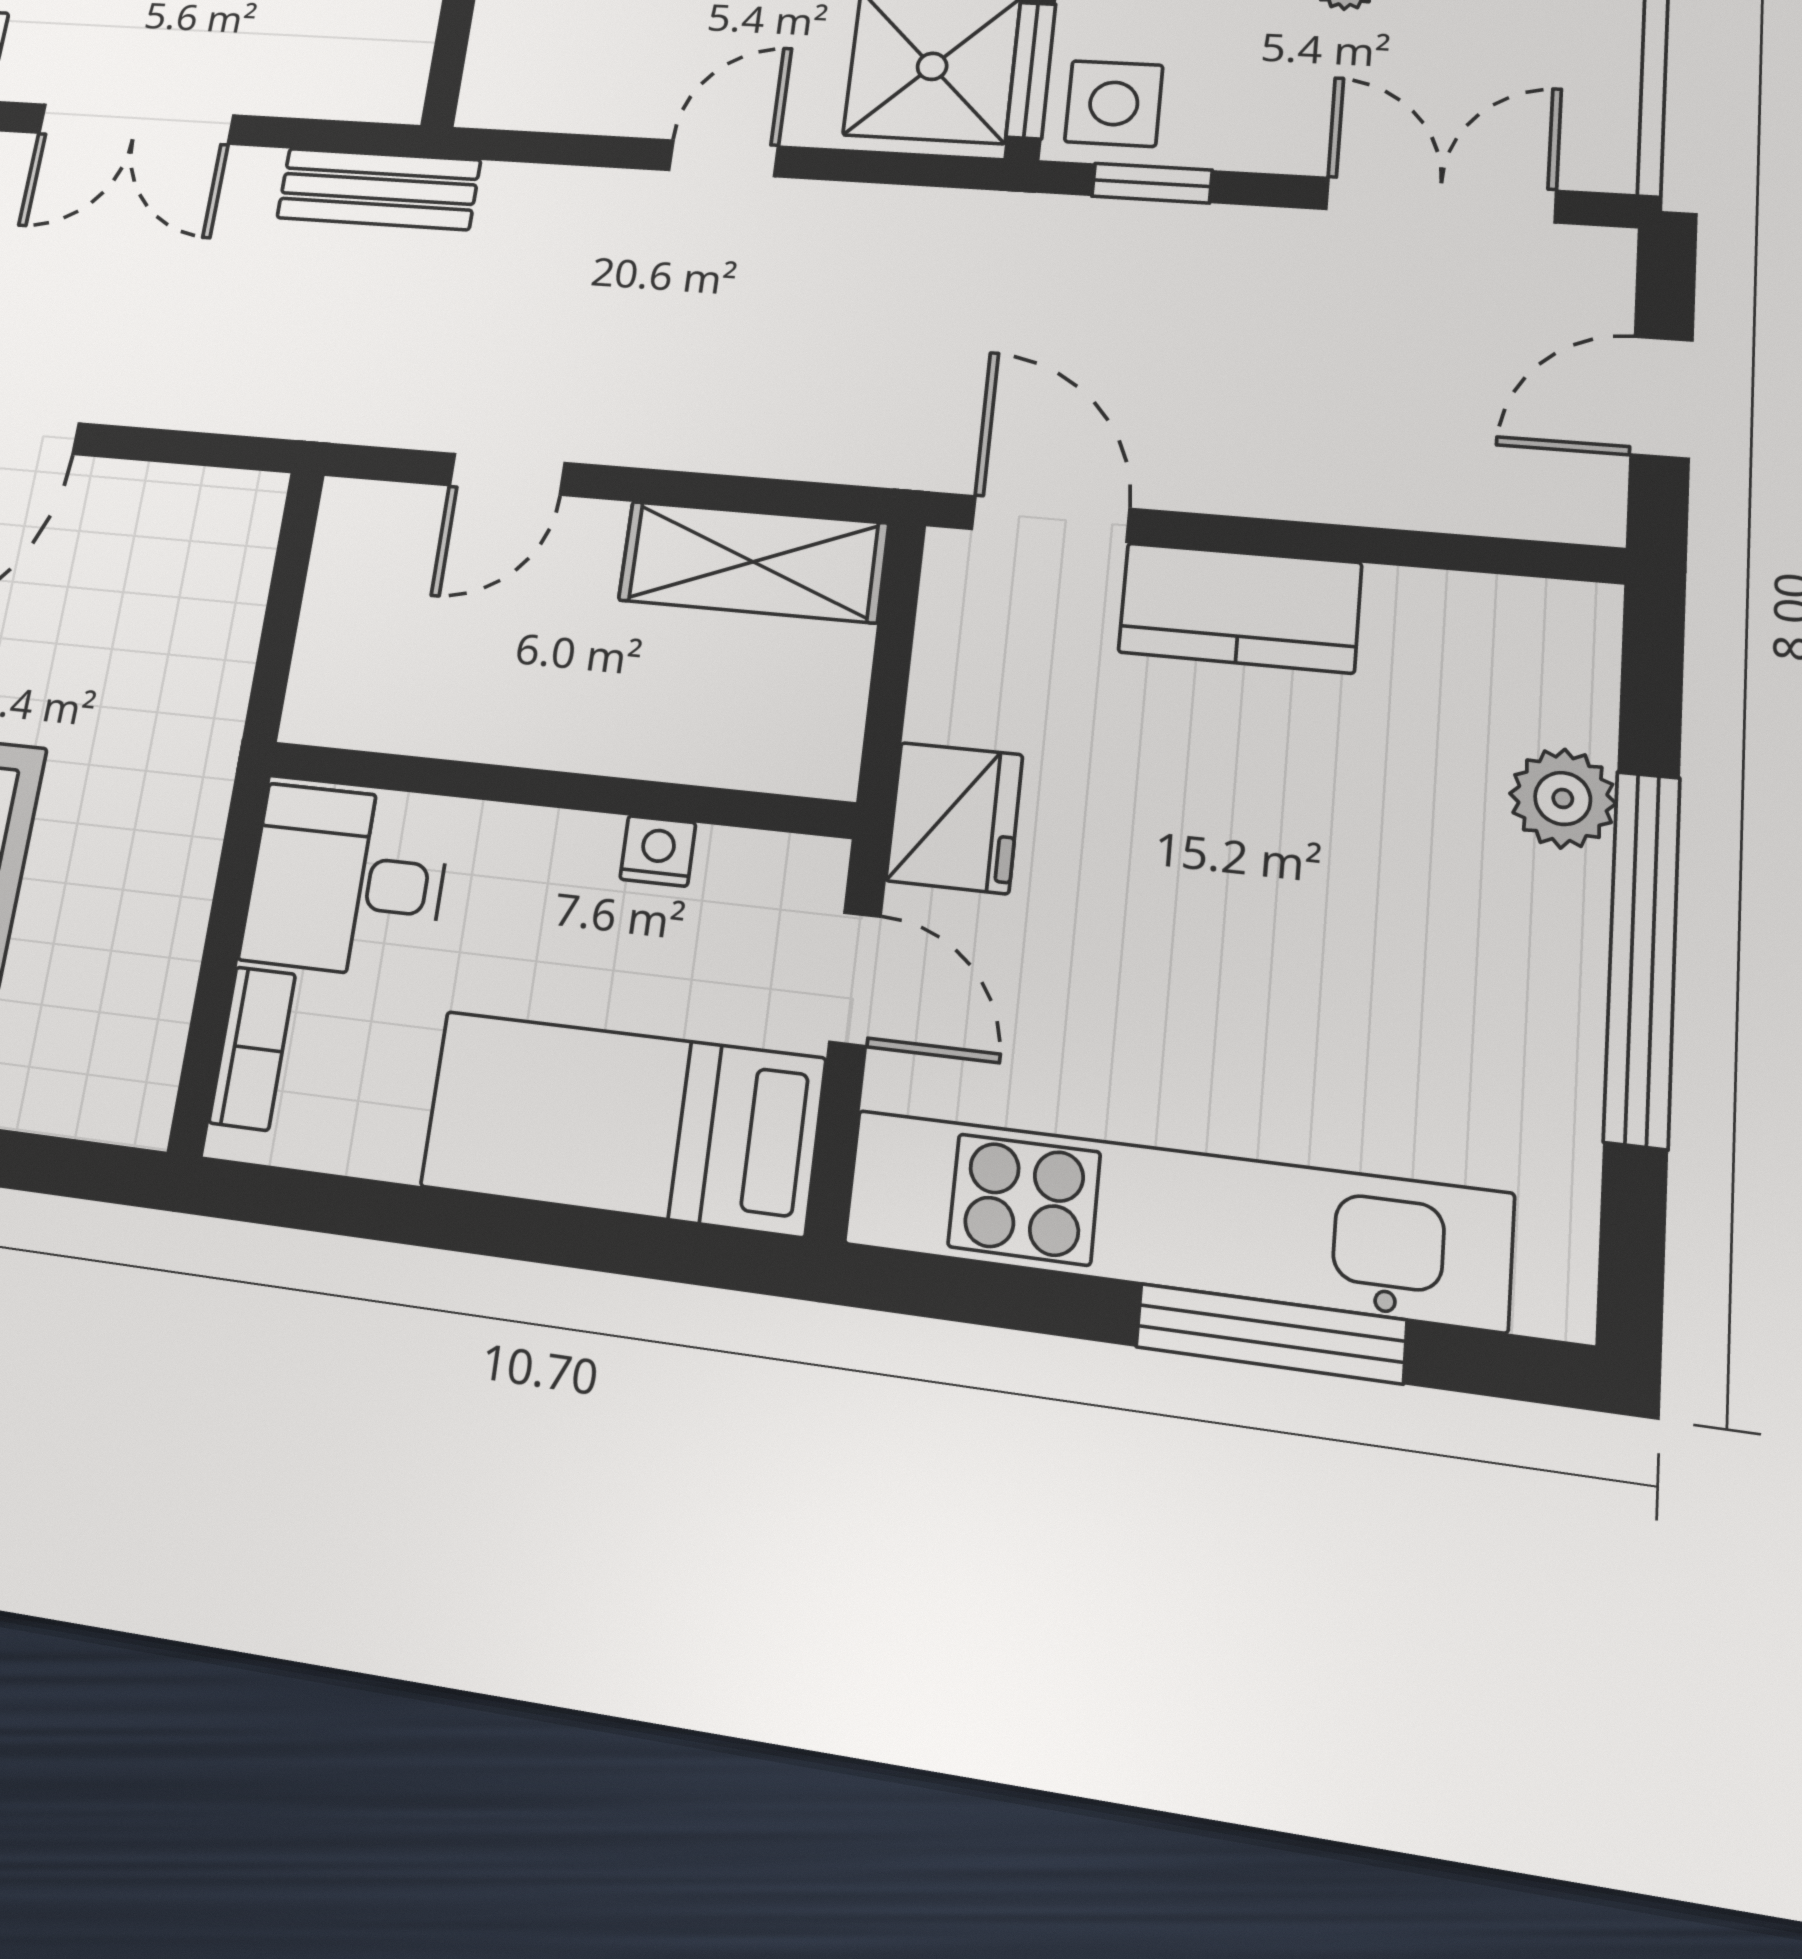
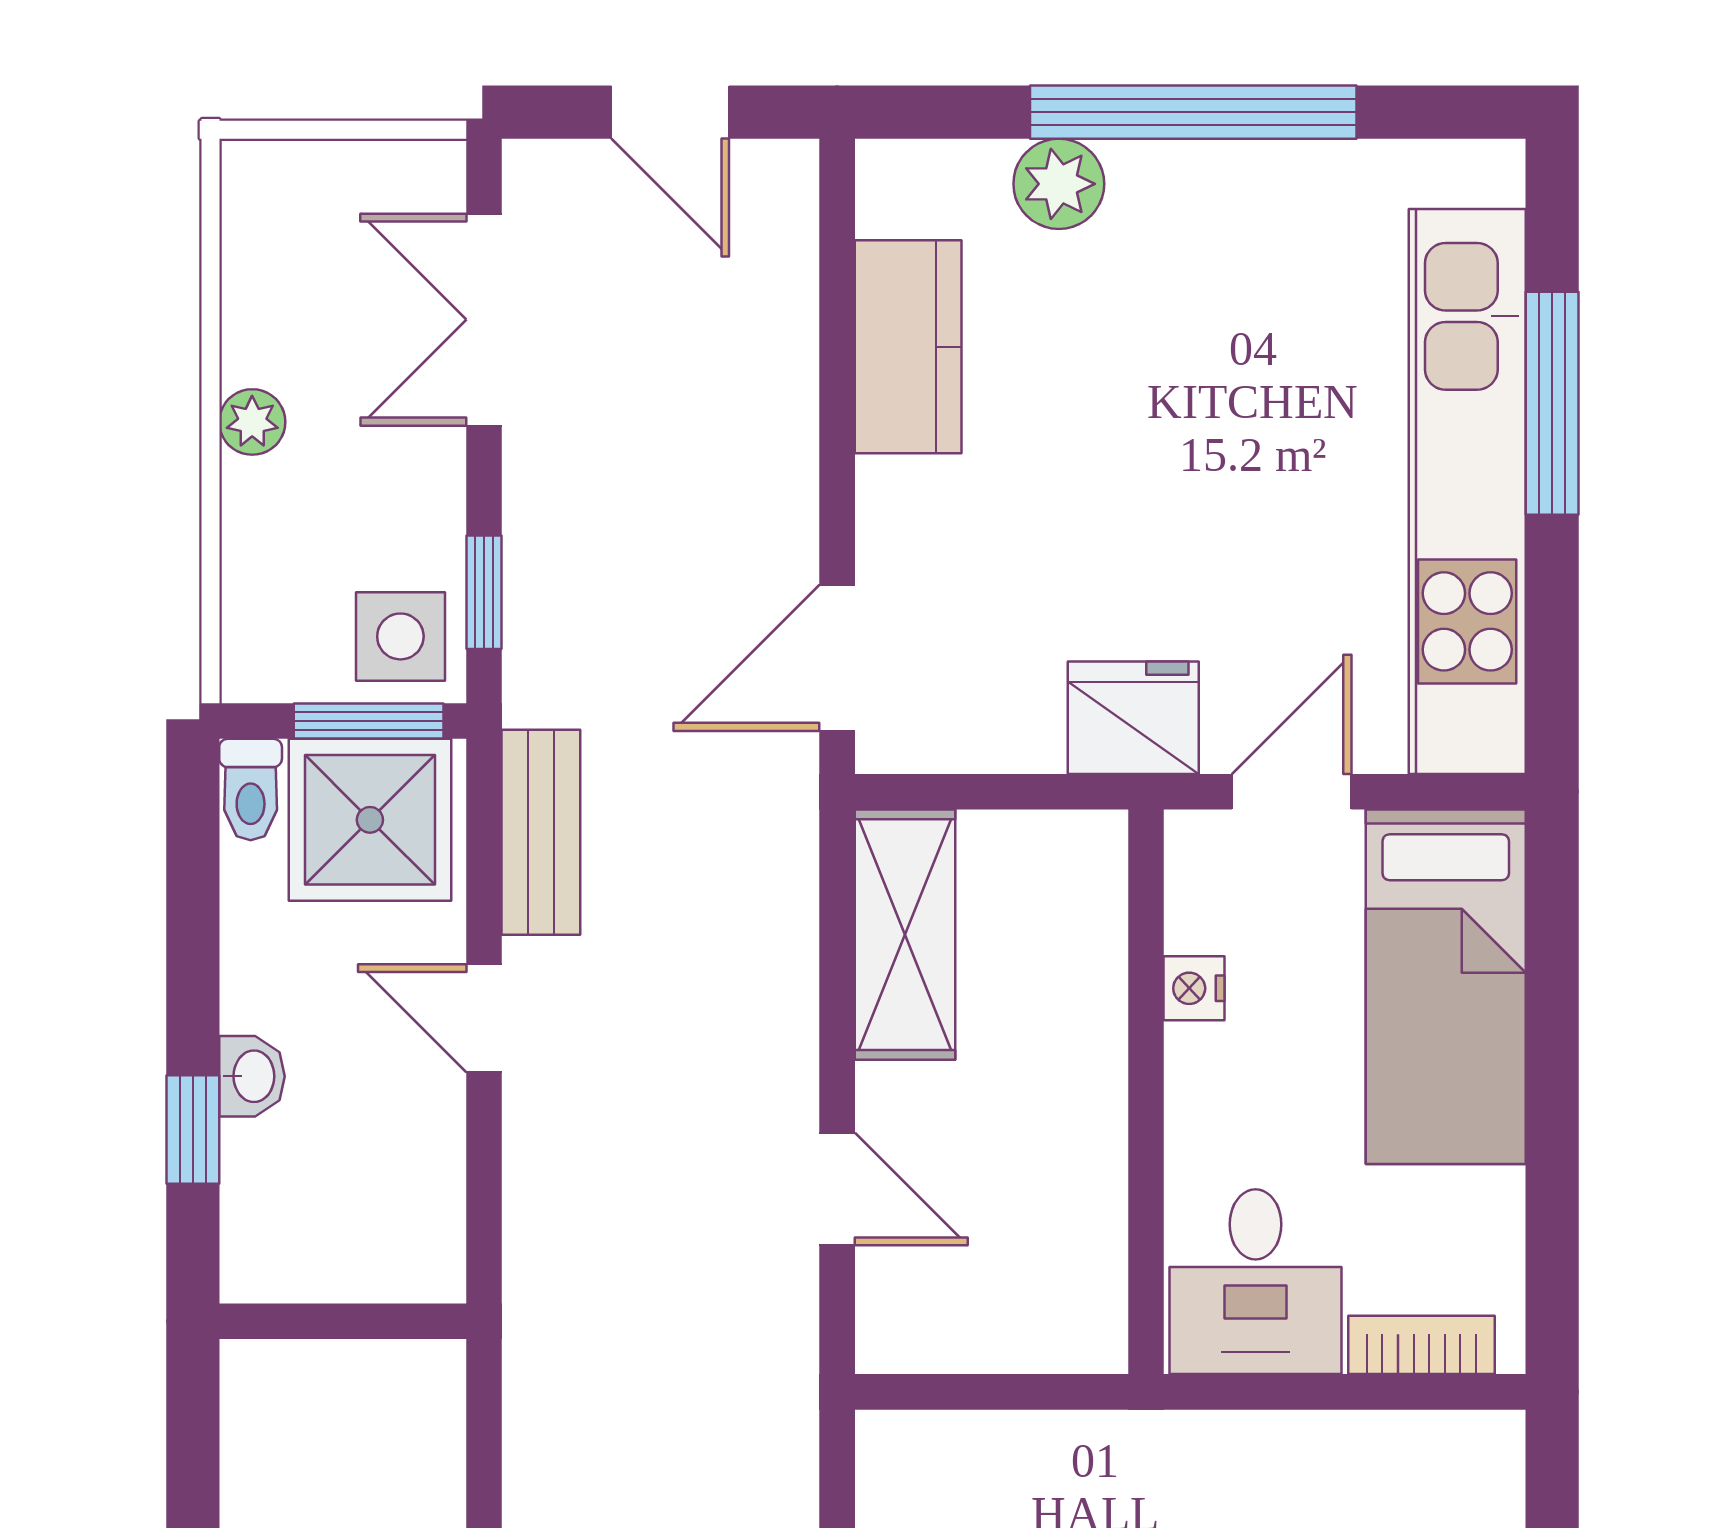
bench: (379, 189) -> (541, 832), moved
kitchen counter: (1240, 608) -> (908, 347), moved

